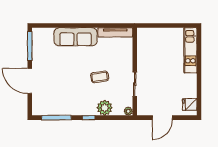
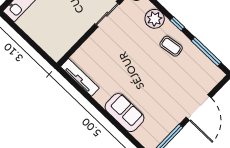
sofa: (76, 37) -> (124, 113), width x0.73
coffee table: (100, 77) -> (171, 46), moved

